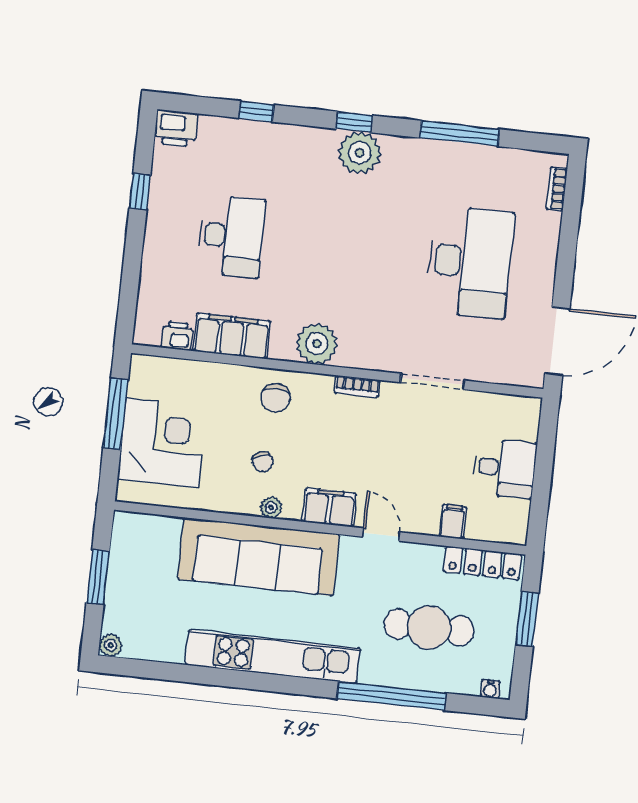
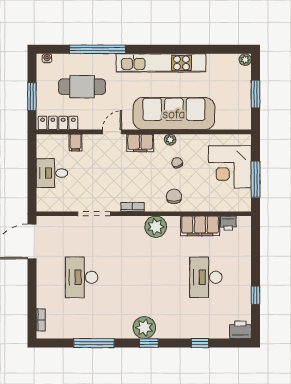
desk: (469, 262) -> (82, 277), width x0.73, depth x0.77
door: (381, 535) -> (112, 132), swing flipped

